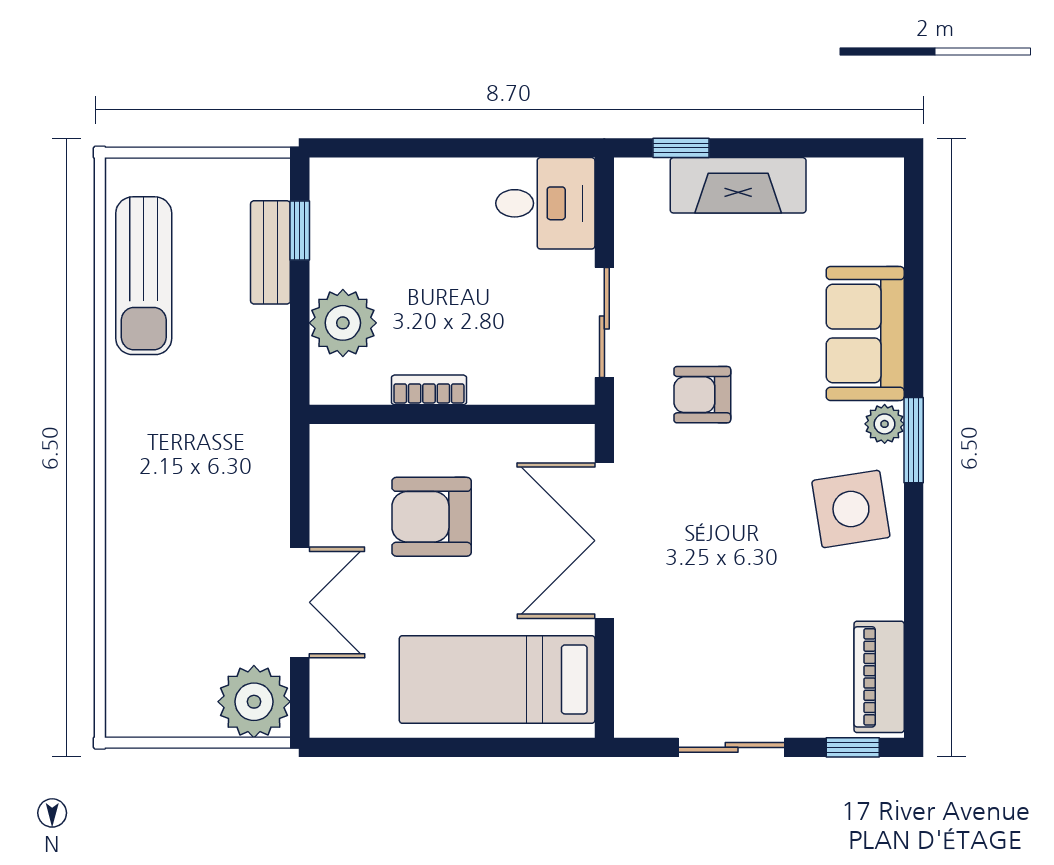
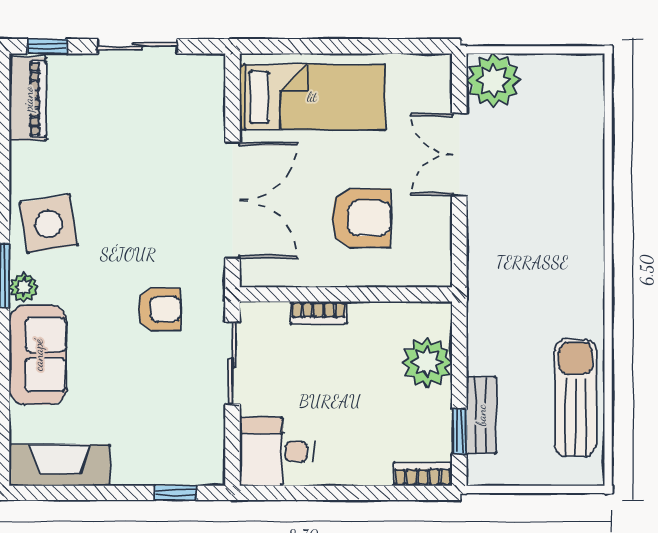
bookcase: (349, 173) -> (423, 474), added
fireplace: (738, 185) -> (60, 465), moved
bookcase: (429, 390) -> (319, 313), moved

